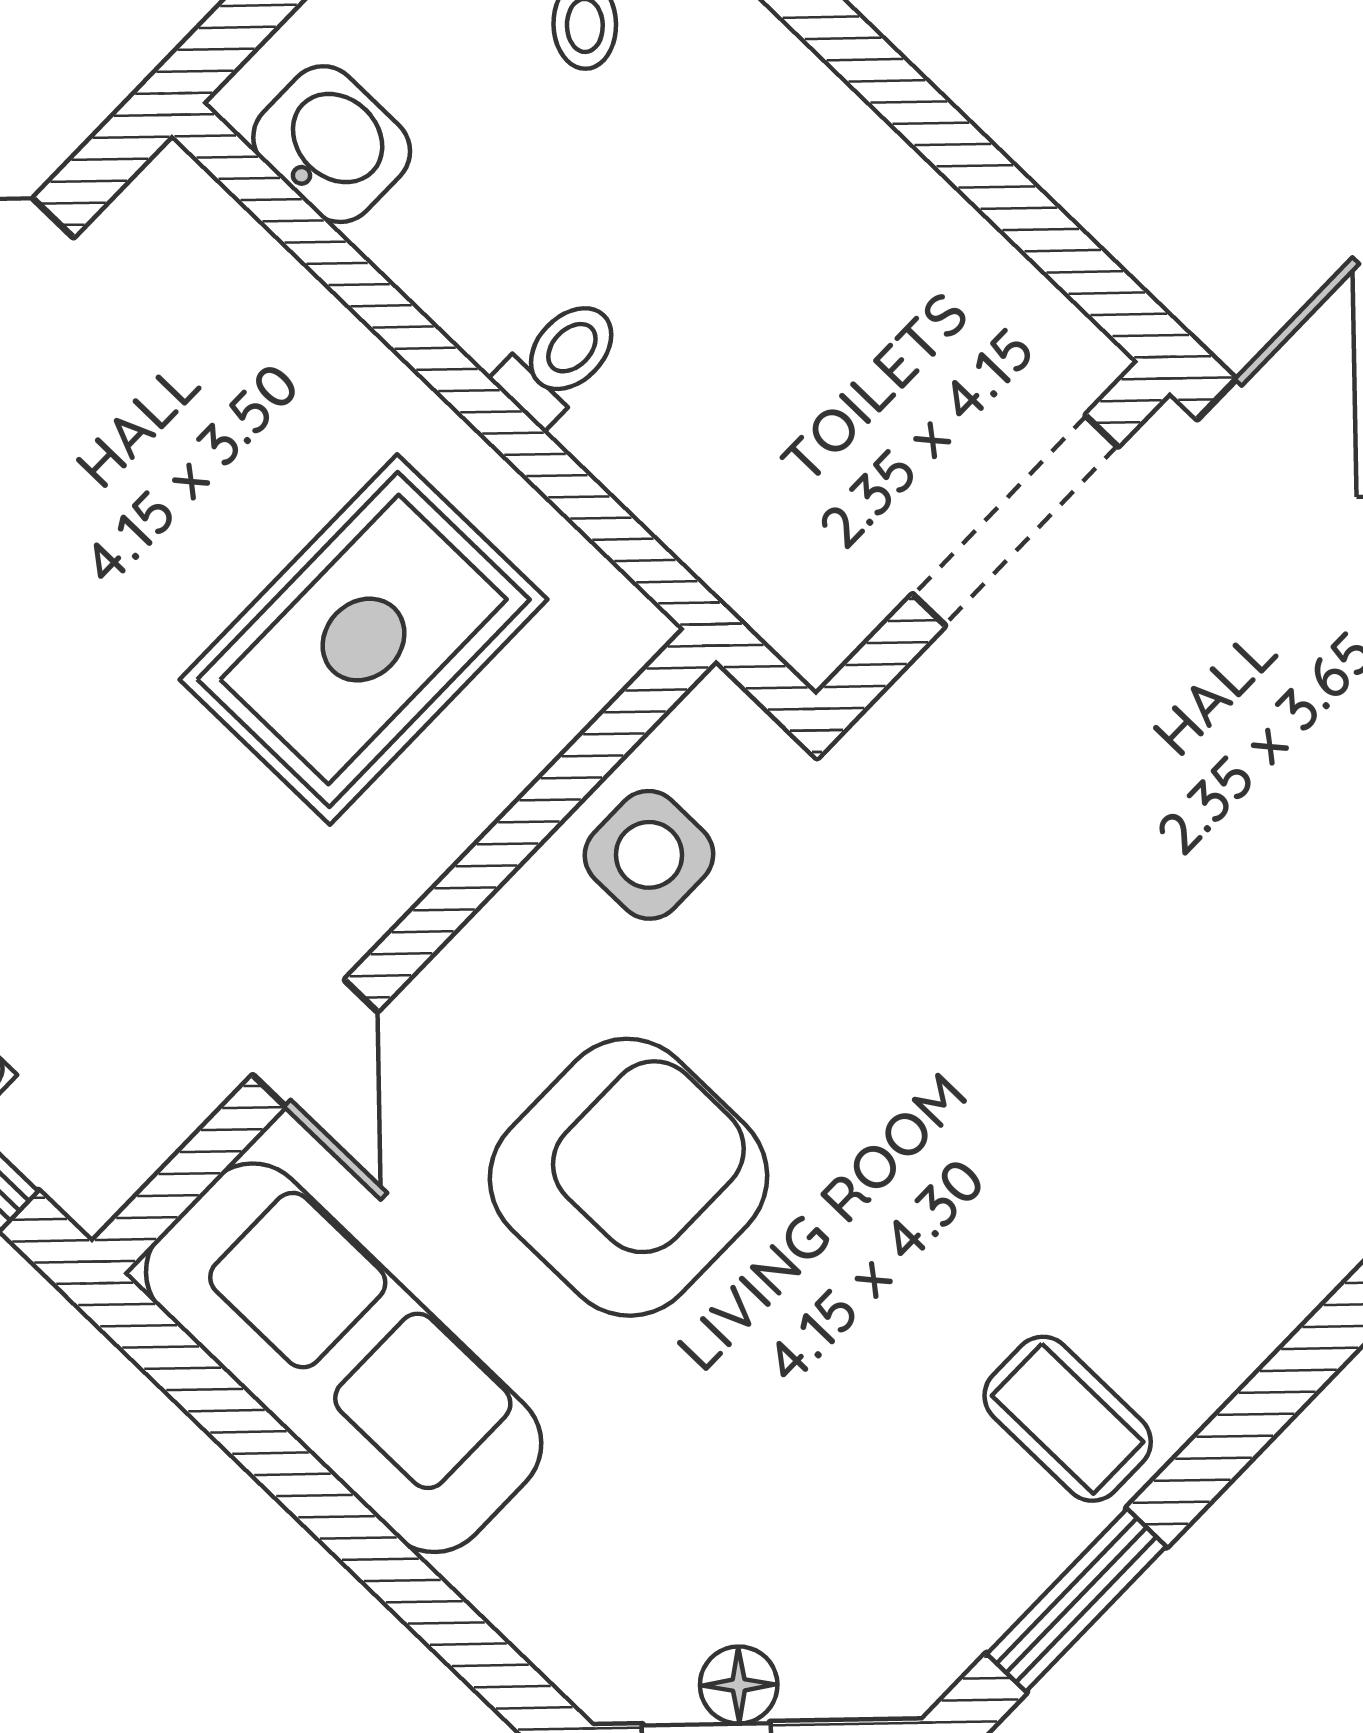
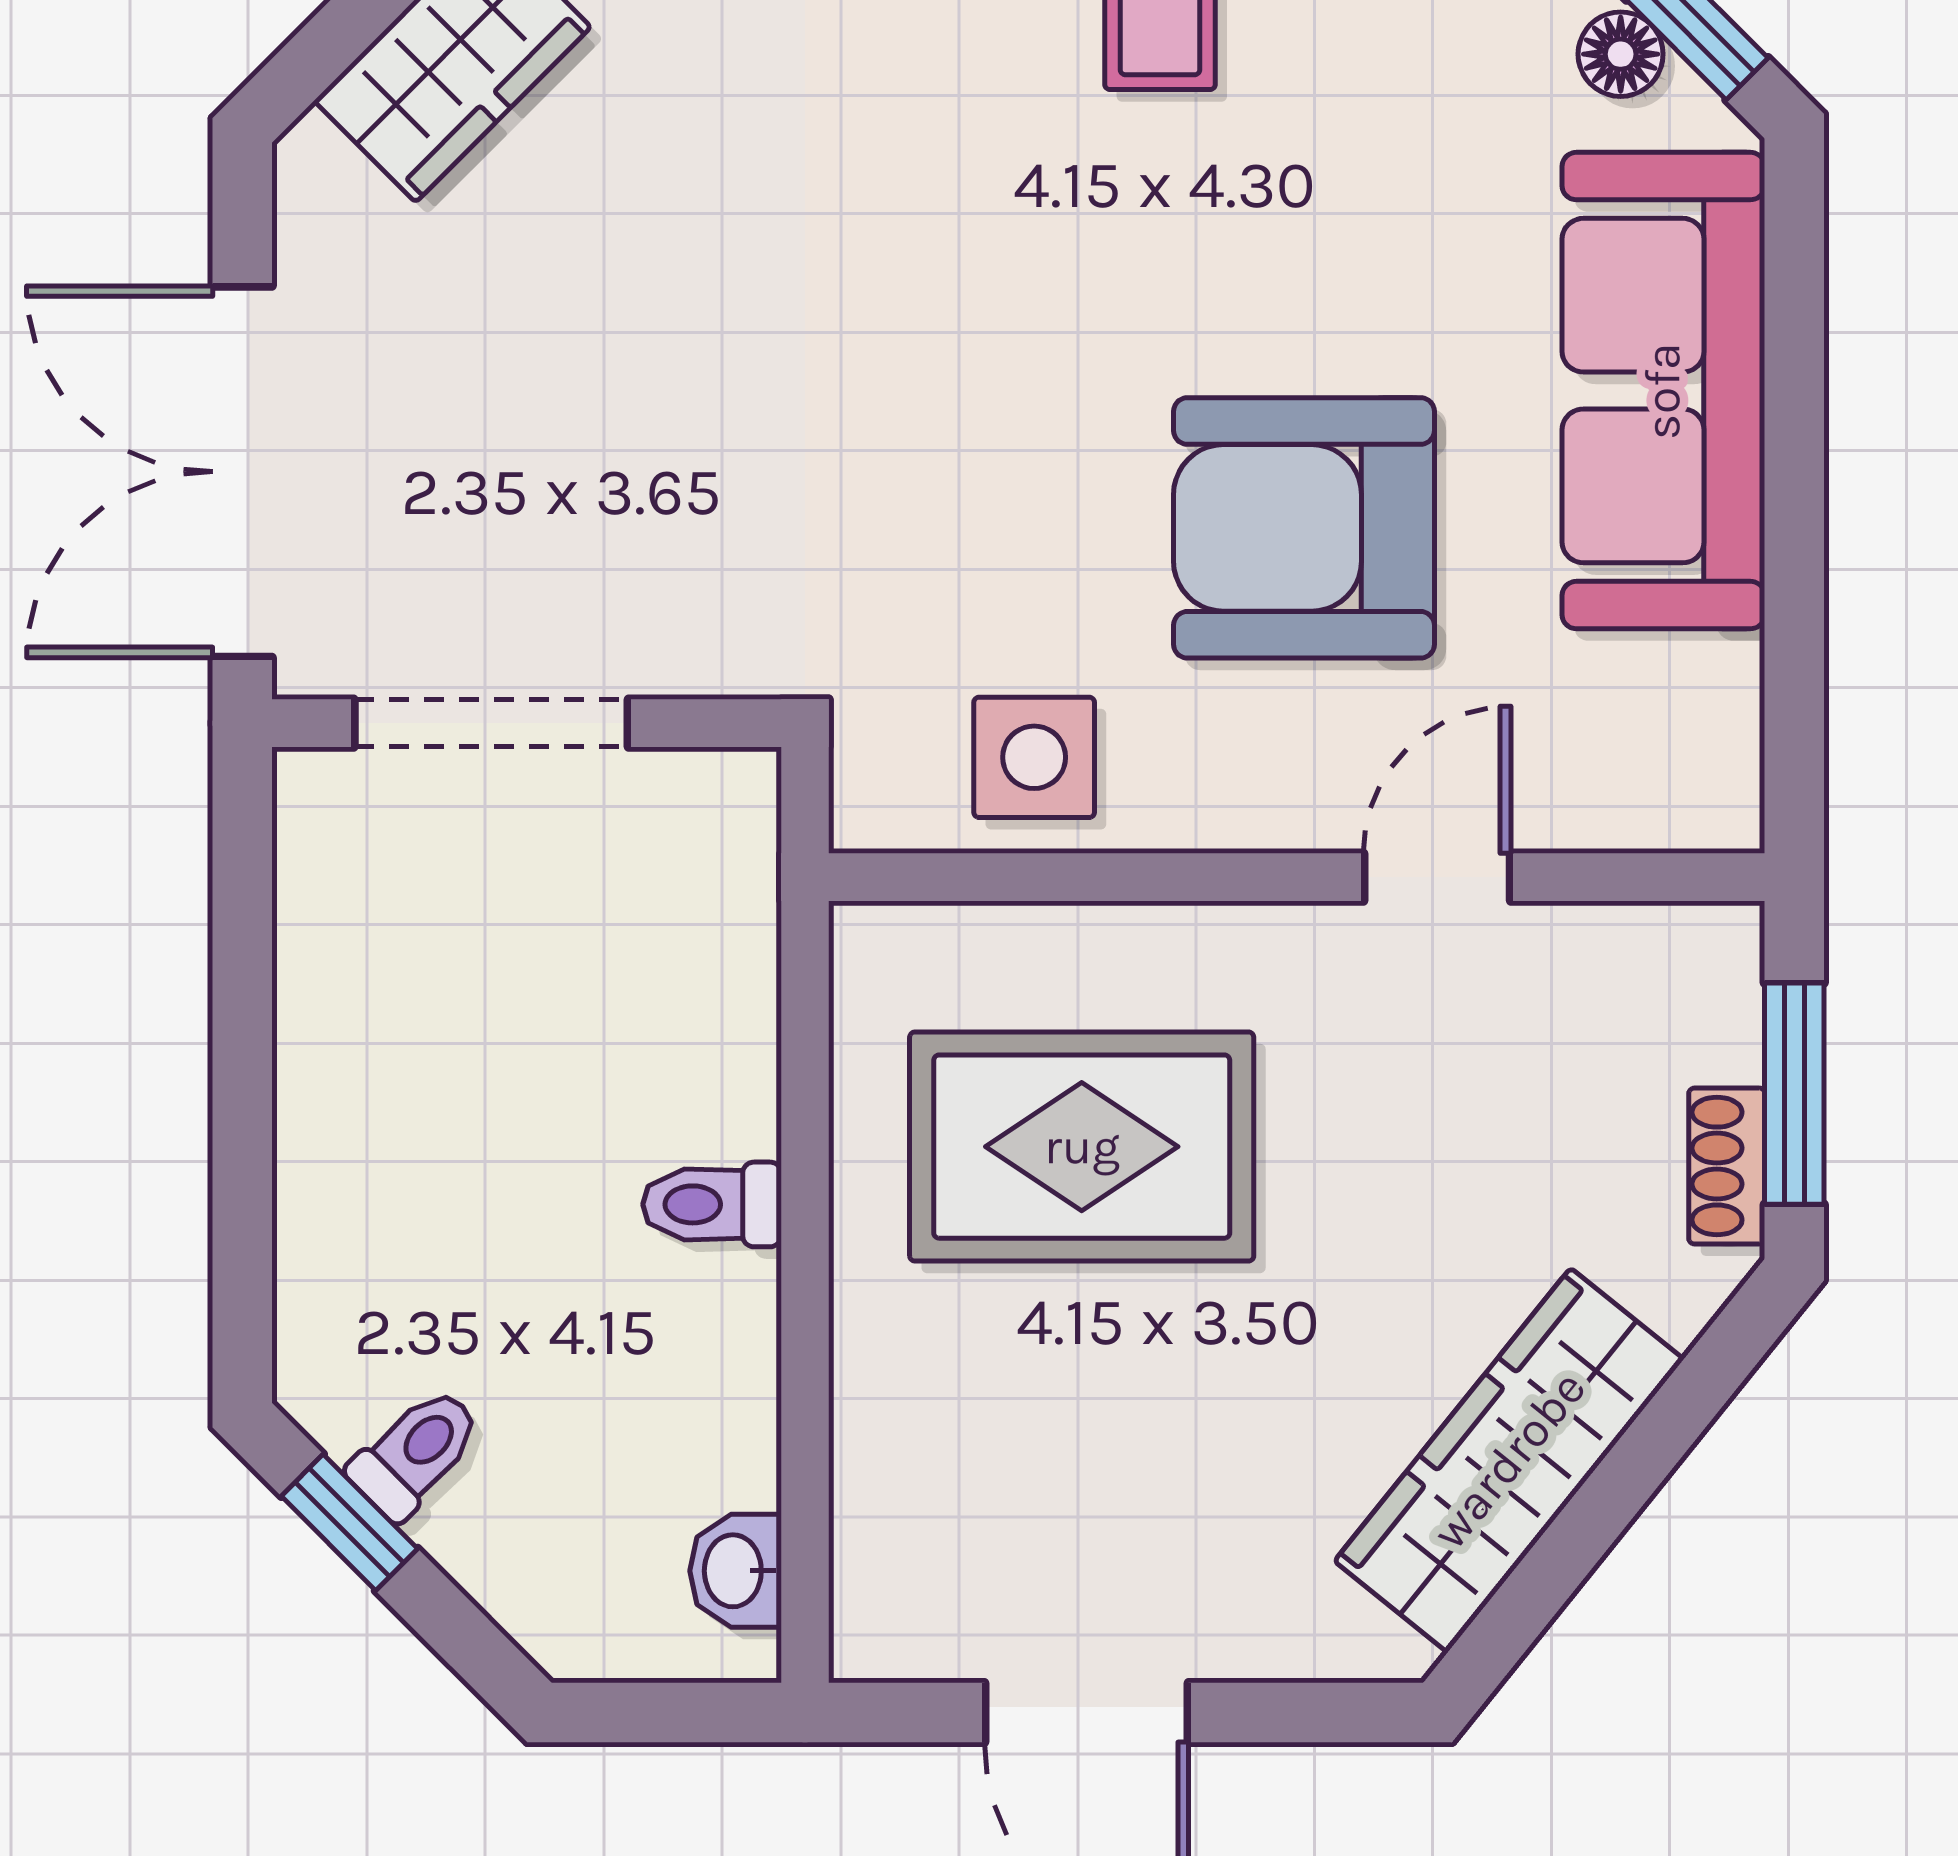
washbasin: (332, 144) -> (736, 1571), width x0.72, depth x0.69
sofa: (344, 1358) -> (1663, 391), moved

